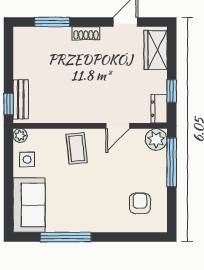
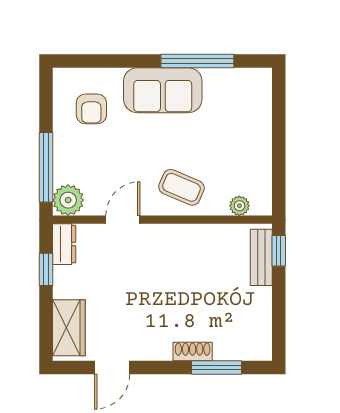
shoe rack: (86, 33) -> (193, 352), moved
plant: (20, 136) -> (239, 206), moved
coffee table: (77, 148) -> (181, 187), turned -61
side table: (27, 160) -> (252, 172), removed
sofa: (29, 205) -> (163, 90), moved, turned -90

